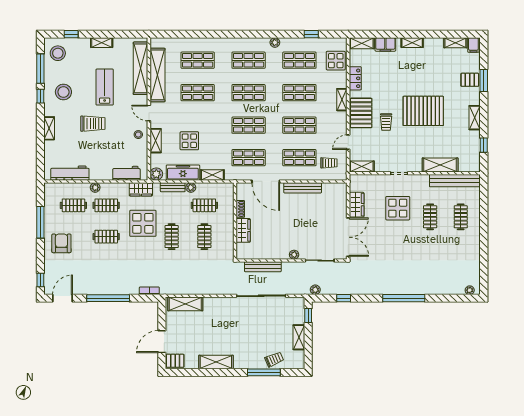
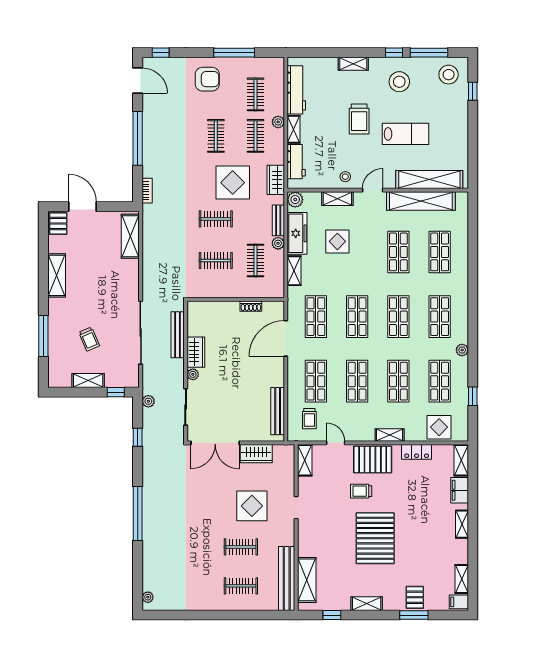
shelving: (102, 43) -> (294, 129), moved
shelving: (440, 165) -> (307, 580), moved
bench: (303, 188) -> (278, 411), moved
wardrobe: (243, 230) -> (196, 352), moved, turned -90
trolley: (274, 359) -> (89, 339), moved

